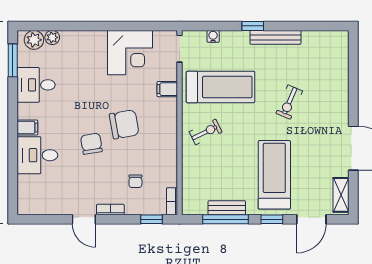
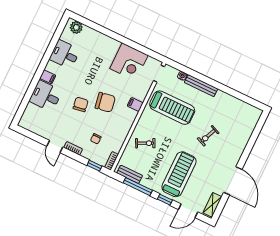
window: (253, 26) -> (208, 81), removed
plant: (52, 37) -> (88, 31), removed
bench: (275, 37) -> (201, 86), moved
window: (13, 60) -> (58, 33), removed
filing cabinet: (167, 89) -> (135, 104), moved
exercise bike: (206, 132) -> (145, 143), moved
bench: (227, 208) -> (130, 174), moved

